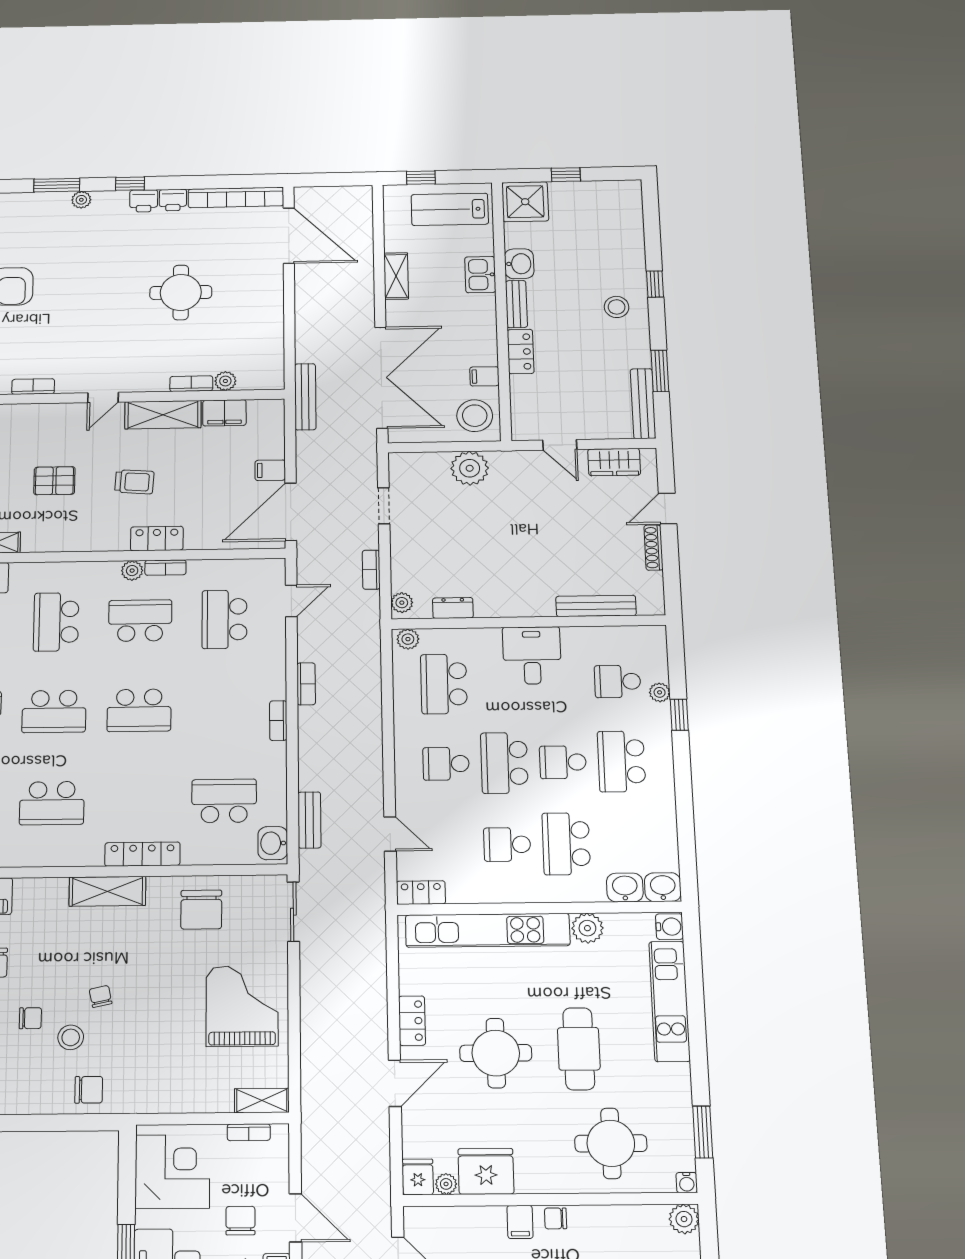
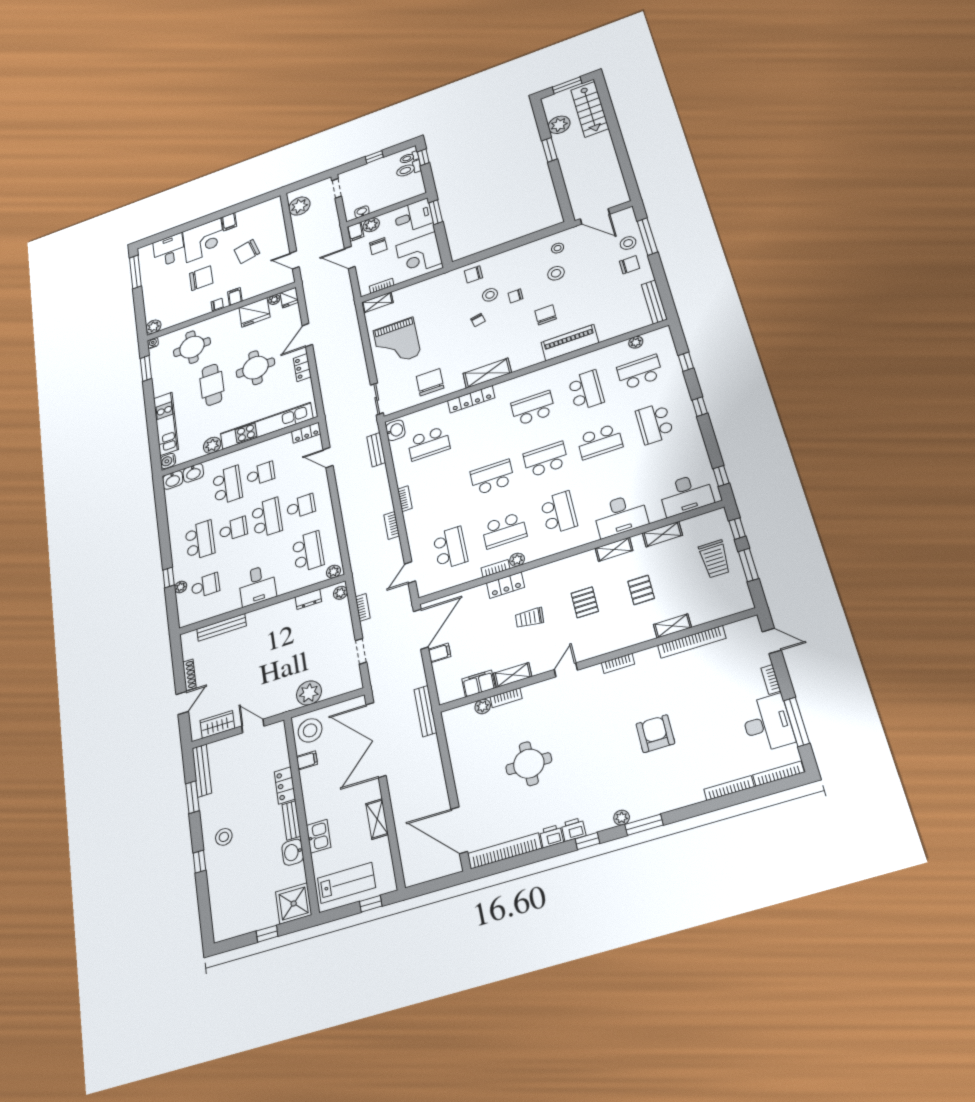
shelving: (163, 415) -> (513, 675), width x0.67, depth x0.75
pallet: (54, 481) -> (585, 602), turned 90

